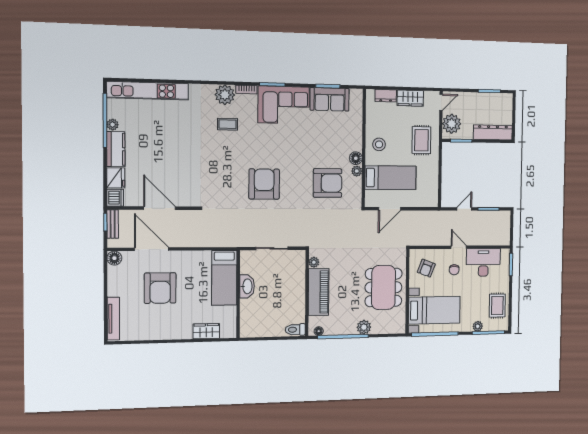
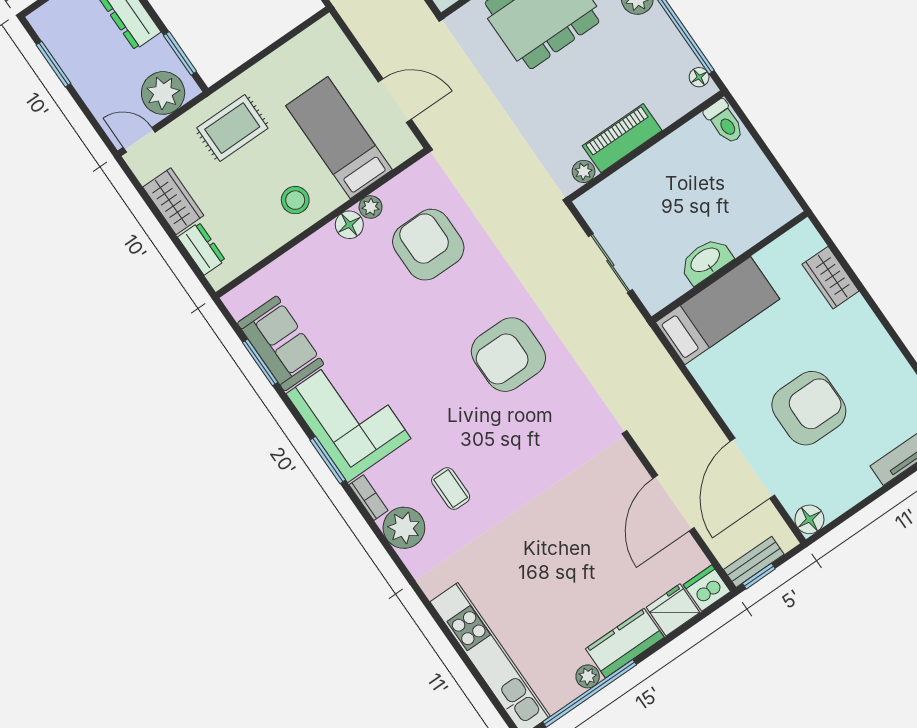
piano: (319, 292) -> (622, 138), width x0.73, depth x0.75

